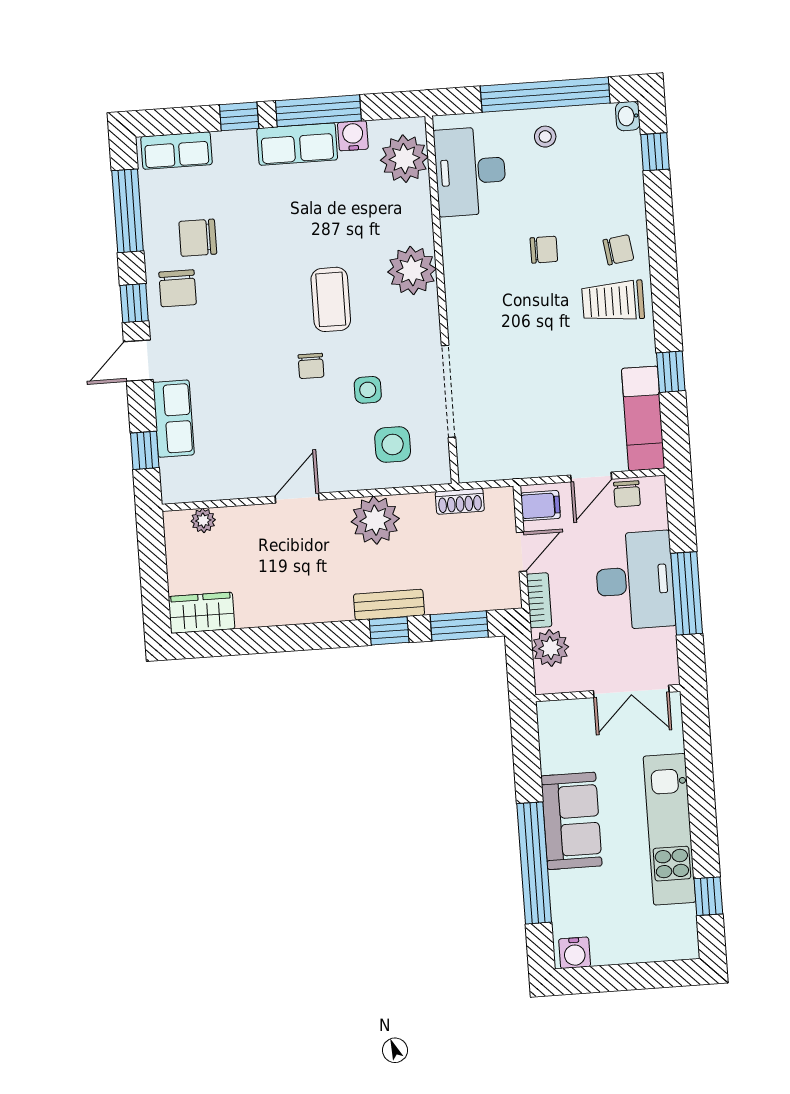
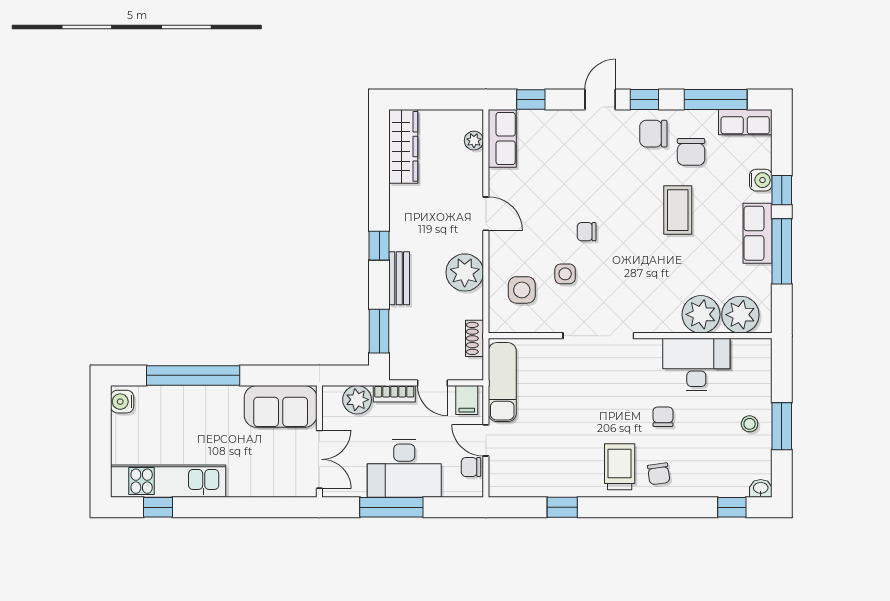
window: (545, 95) -> (782, 426), width x0.47
water cooler: (353, 136) -> (761, 180), moved
row of seats: (177, 151) -> (745, 122), moved, turned -90
desk: (470, 171) -> (696, 365), moved
chair: (198, 238) -> (691, 152), turned 180
chair: (544, 250) -> (663, 417), turned 180
plant: (412, 270) -> (701, 314), moved
coffee table: (331, 299) -> (678, 210), moved, turned 90
door: (138, 361) -> (600, 100), hinge flipped
doorway: (448, 391) -> (598, 336), moved
exam couch: (643, 418) -> (502, 382), moved, turned 90
row of seats: (174, 419) -> (502, 138), moved, turned -90
wardrobe: (202, 613) -> (403, 146), width x1.50
window: (389, 631) -> (379, 246), moved
double door: (631, 691) -> (319, 459), swing flipped
sofa: (571, 821) -> (281, 406), moved
kitchen unit: (669, 829) -> (168, 481), moved

